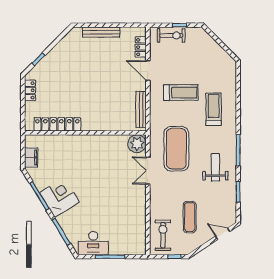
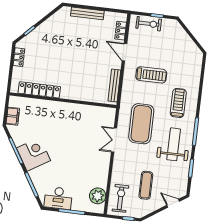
treadmill: (214, 109) -> (178, 103), moved
plant: (137, 144) -> (98, 196), moved
weight bench: (215, 167) -> (174, 144), width x1.36, depth x1.33

